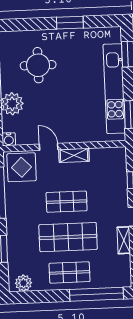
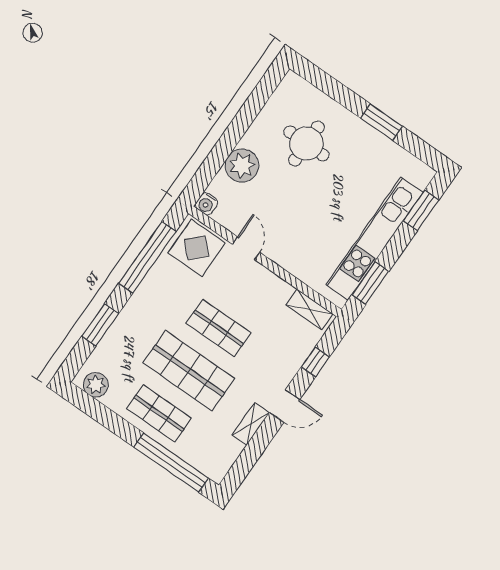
shelving: (74, 155) -> (309, 309), moved

